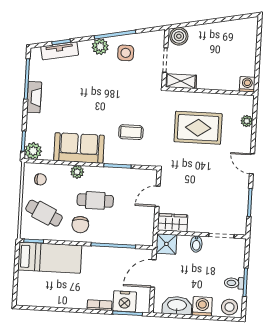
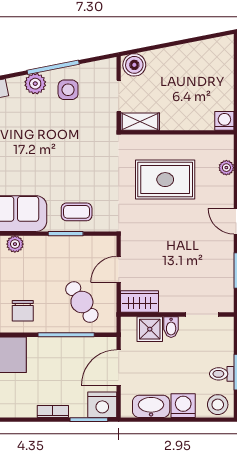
coffee table: (131, 132) -> (77, 212), moved
cafe table: (95, 200) -> (82, 302), moved, turned 57
shower: (166, 244) -> (150, 329), moved
nightstand: (125, 301) -> (102, 405), moved

